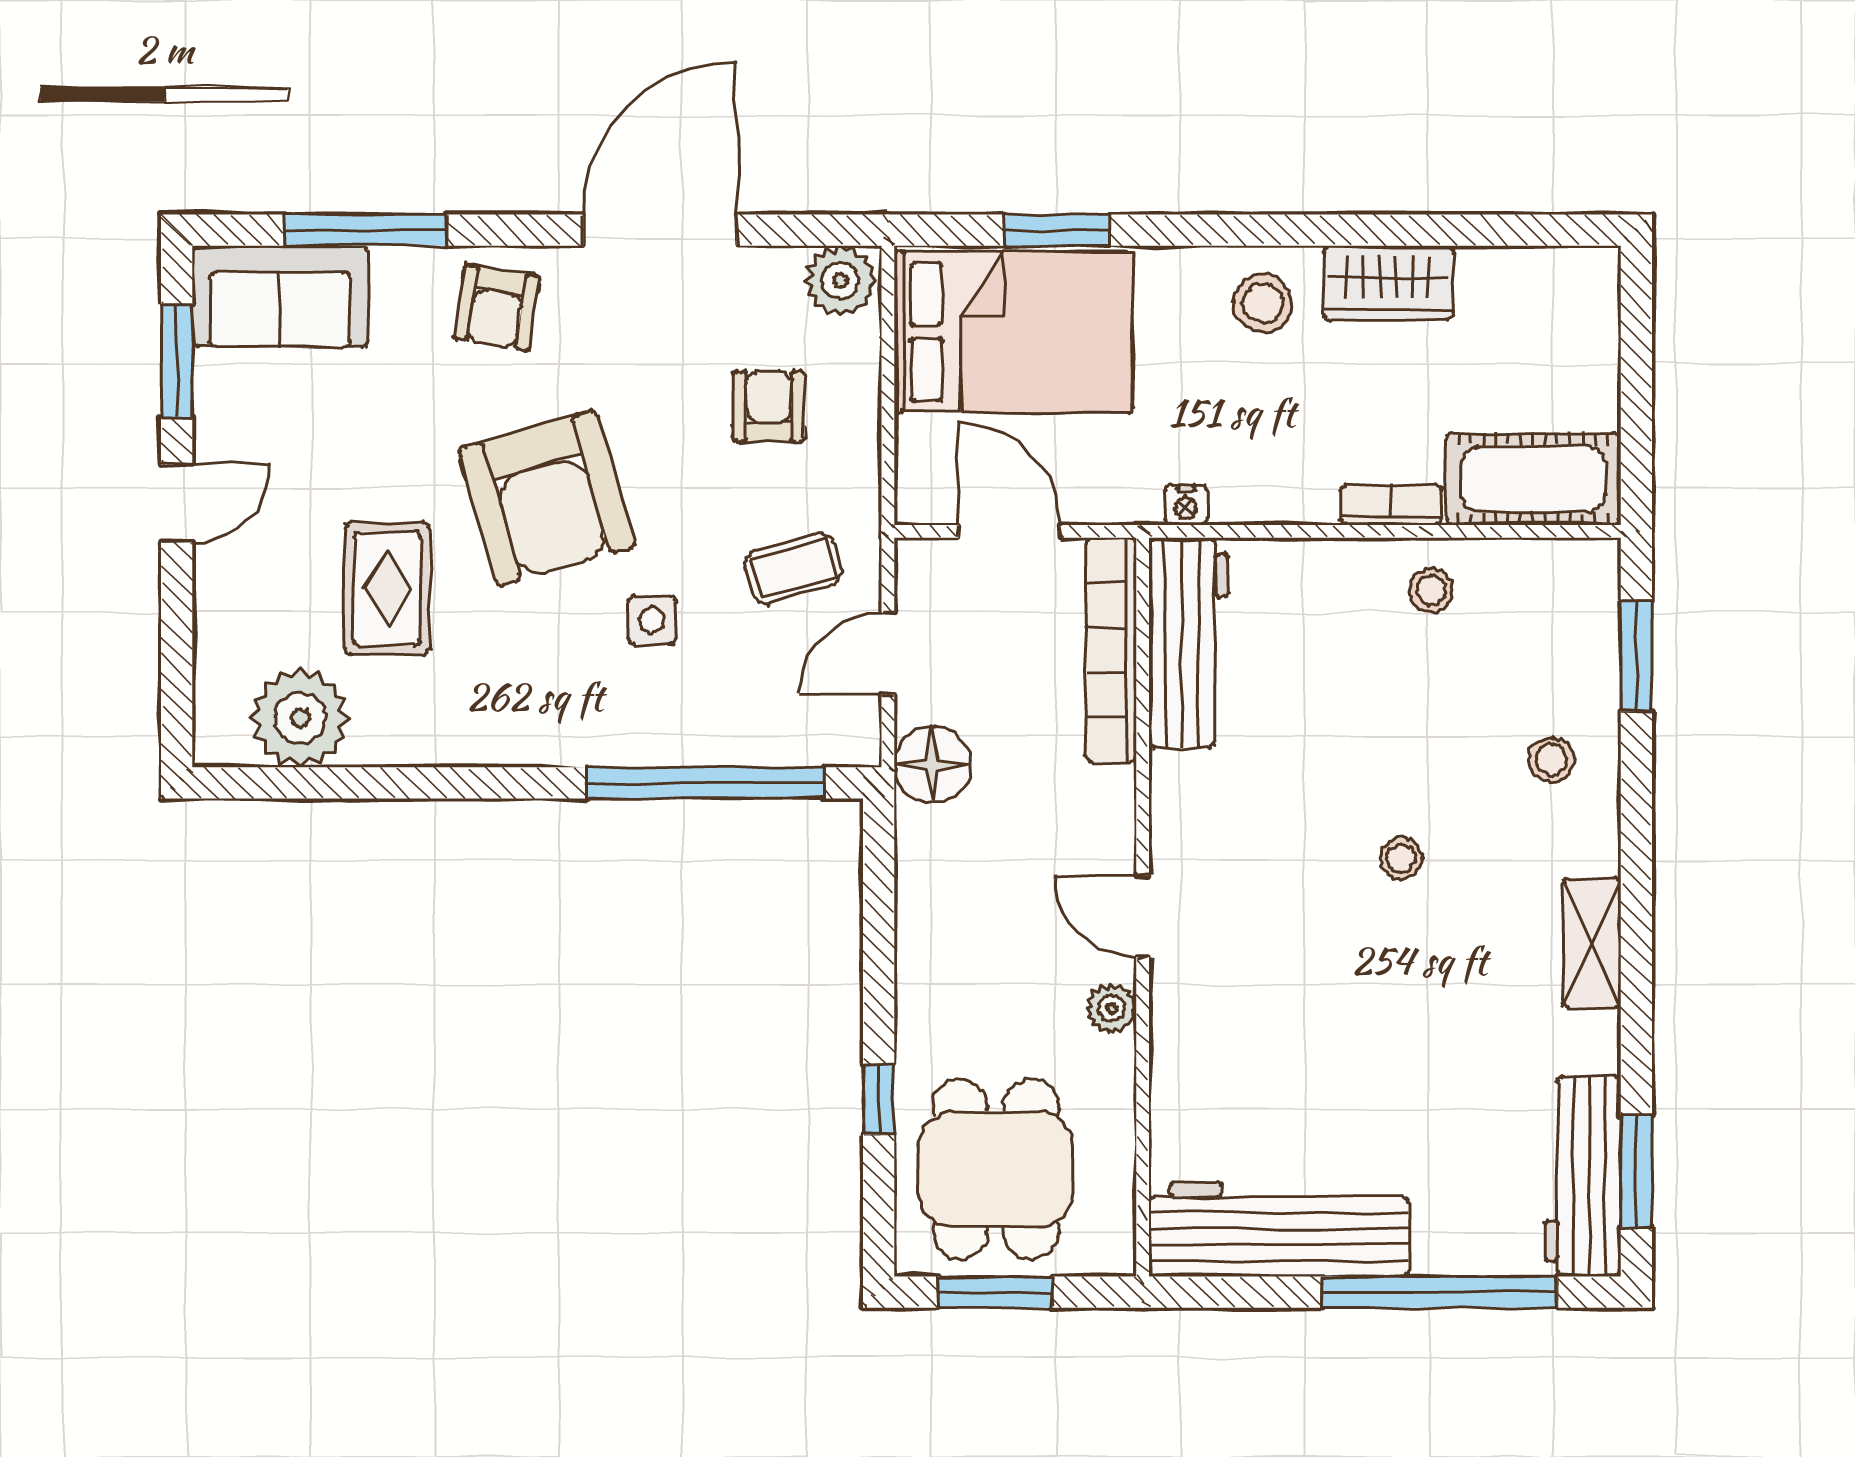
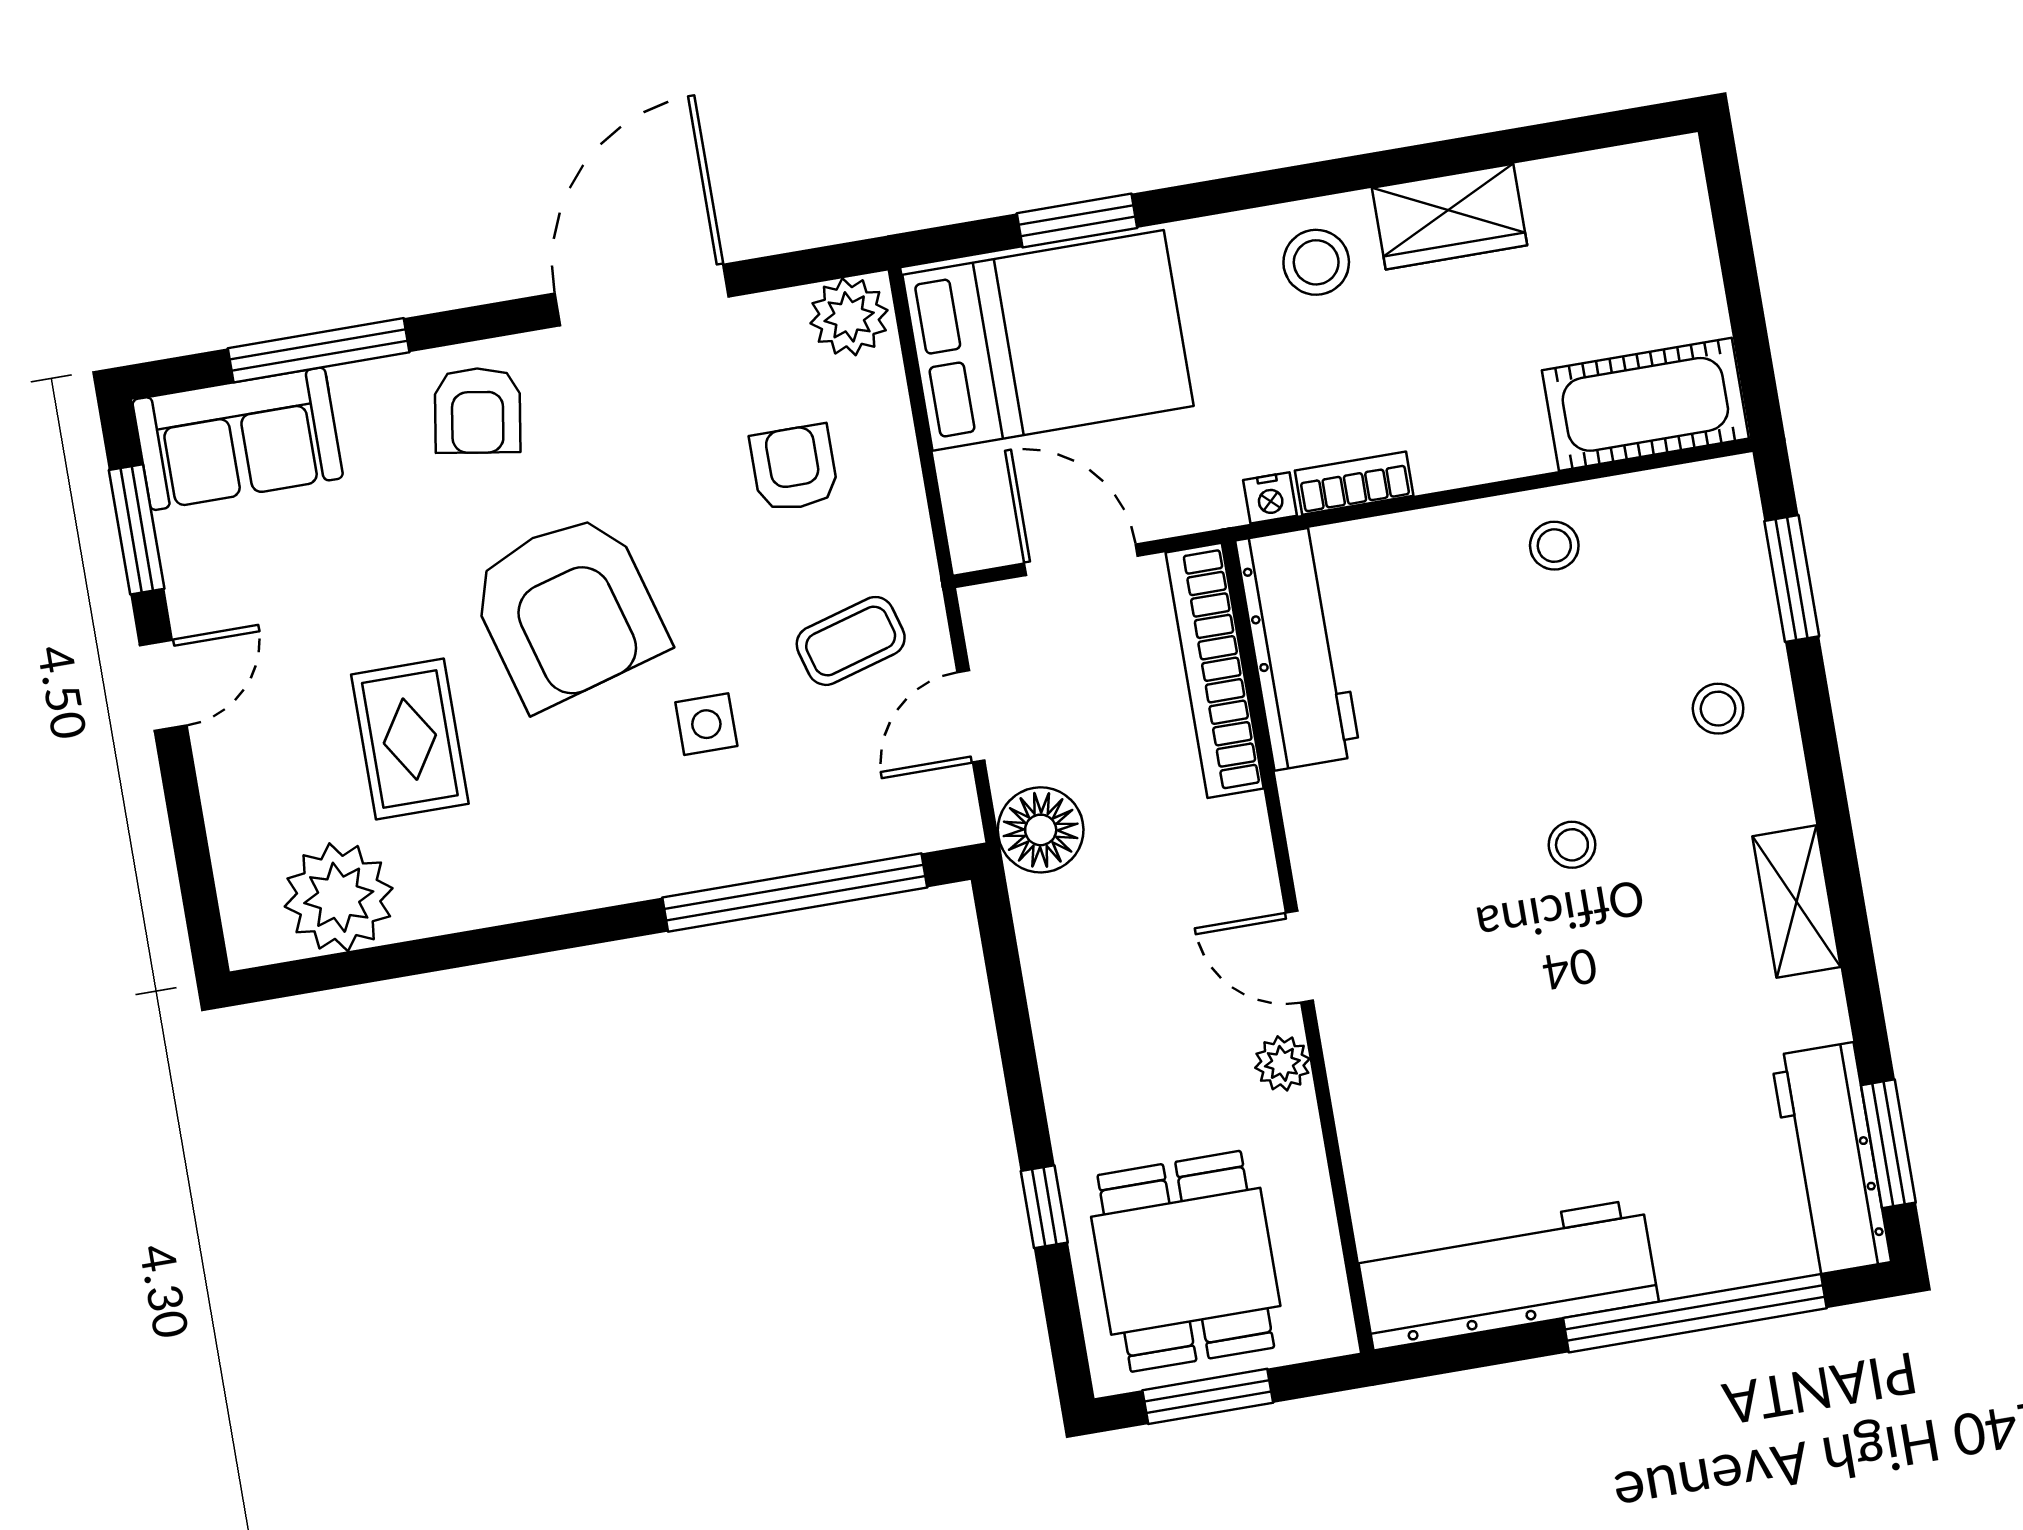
bookcase: (1391, 505) -> (1354, 483), moved

